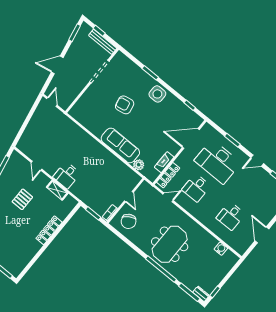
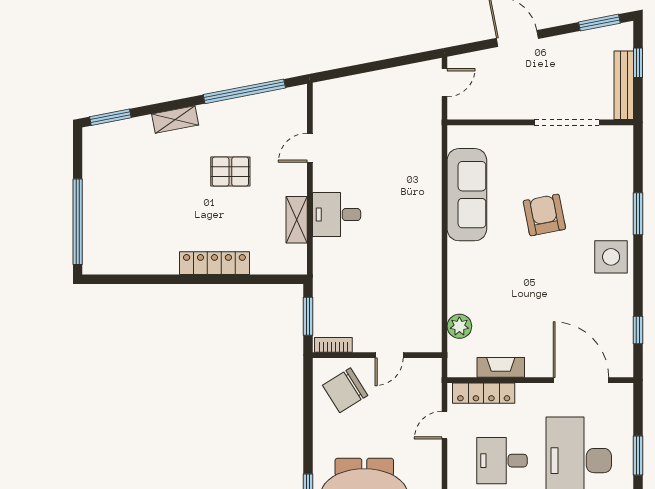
sofa: (120, 145) -> (467, 195), moved
door: (168, 197) -> (445, 425), swing flipped

